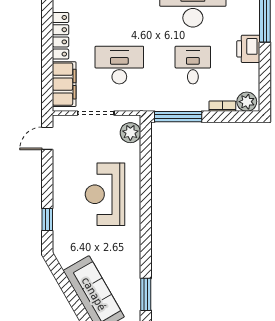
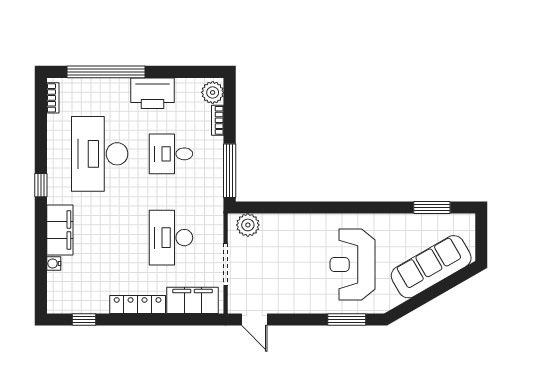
printer: (248, 49) -> (152, 93), width x1.37, depth x1.19
reception desk: (105, 194) -> (353, 264), moved, turned 90
window: (47, 220) -> (347, 320), width x1.50

